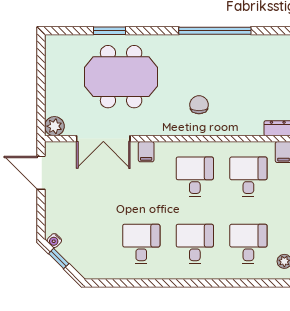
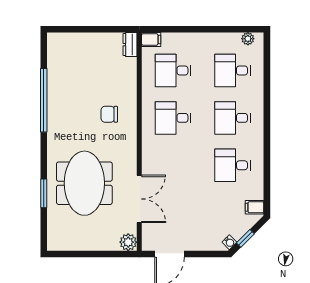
filing cabinet: (146, 152) -> (255, 207), moved, turned 180

